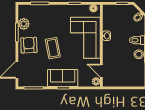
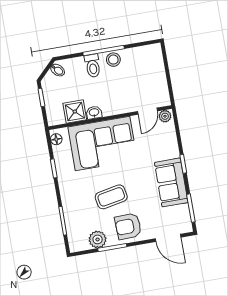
shower: (109, 23) -> (75, 112), added
coffee table: (53, 48) -> (111, 197), moved
sofa: (63, 78) -> (171, 182), moved

